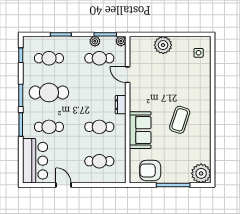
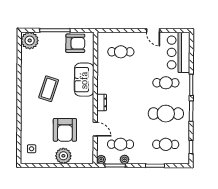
armchair: (161, 74) -> (65, 130), added
cafe table: (99, 127) -> (121, 83), removed

